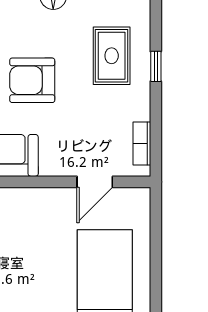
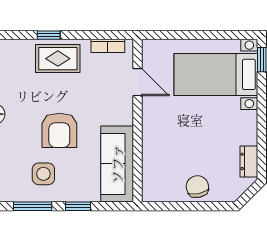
rug: (112, 56) -> (58, 59), moved

